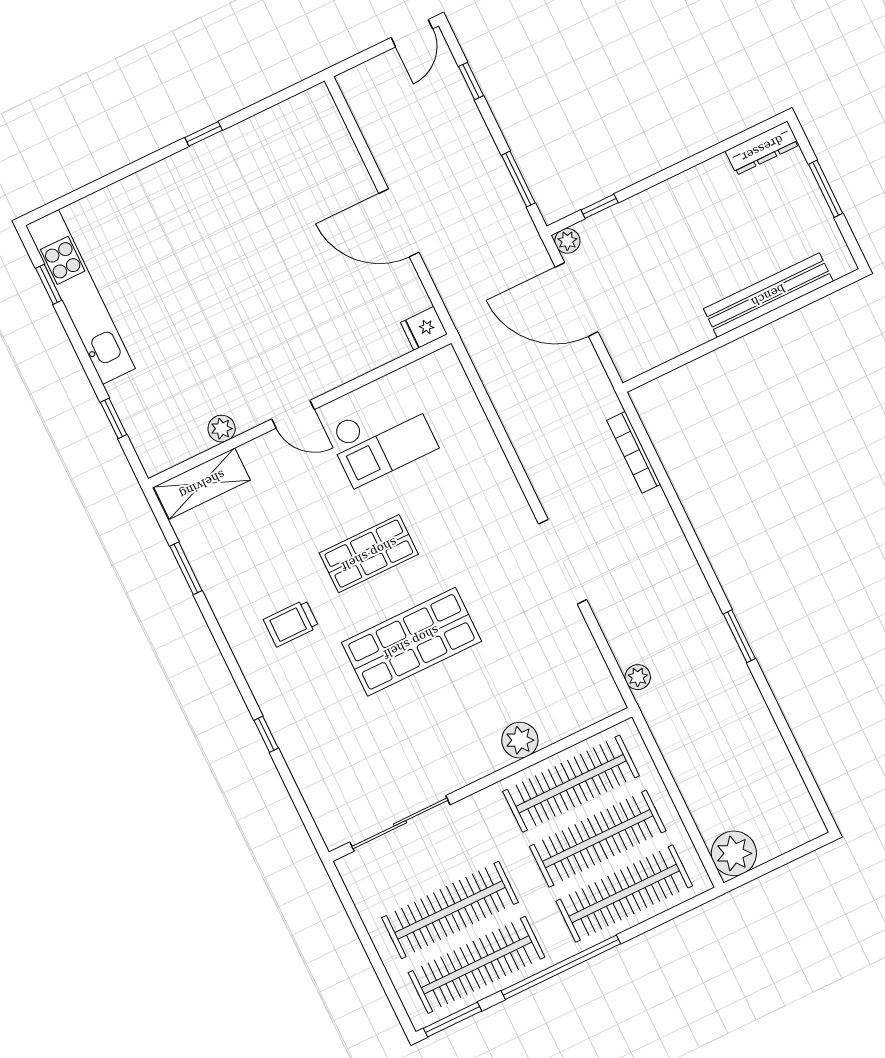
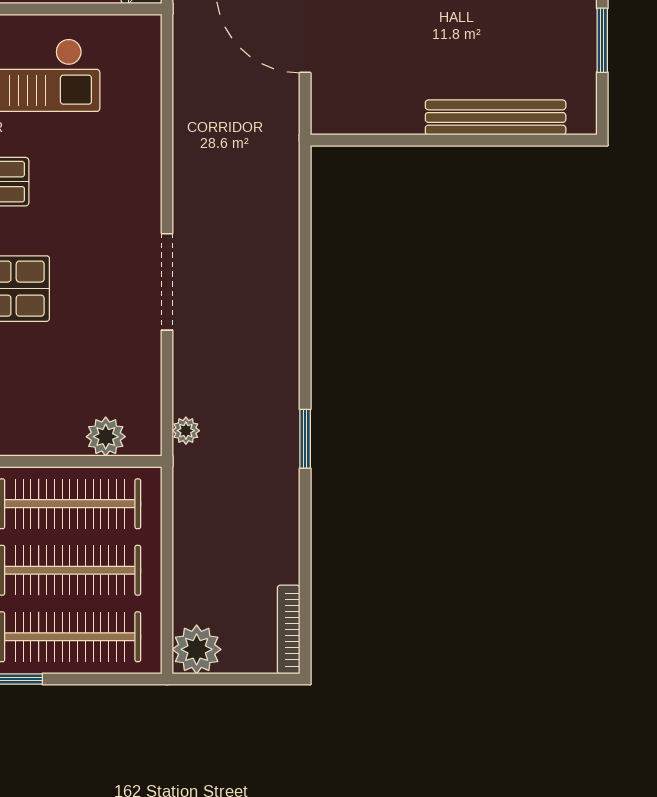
bookcase: (634, 452) -> (289, 630), moved
plant: (520, 740) -> (106, 437), moved

